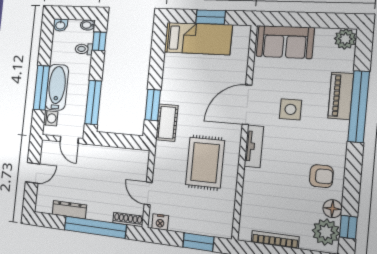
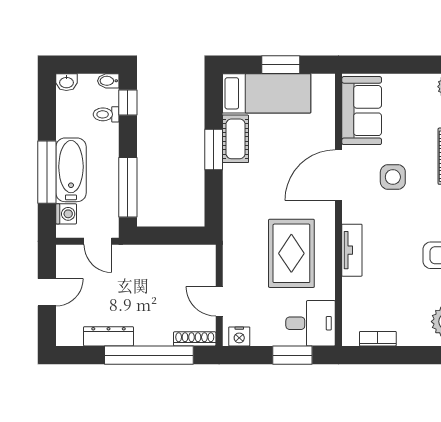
sofa: (285, 42) -> (362, 111), moved, turned -90
window: (153, 105) -> (214, 150), moved
cot: (167, 123) -> (236, 139), moved
tv unit: (254, 146) -> (352, 250), moved
desk: (215, 219) -> (311, 323), added
bookcase: (275, 240) -> (378, 339), width x0.64

